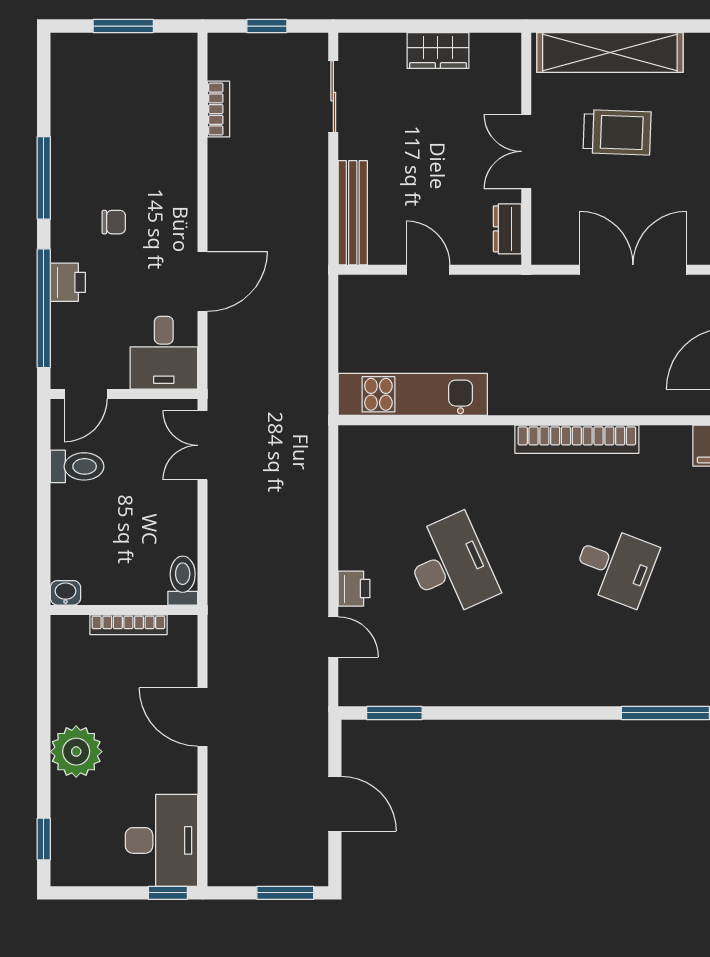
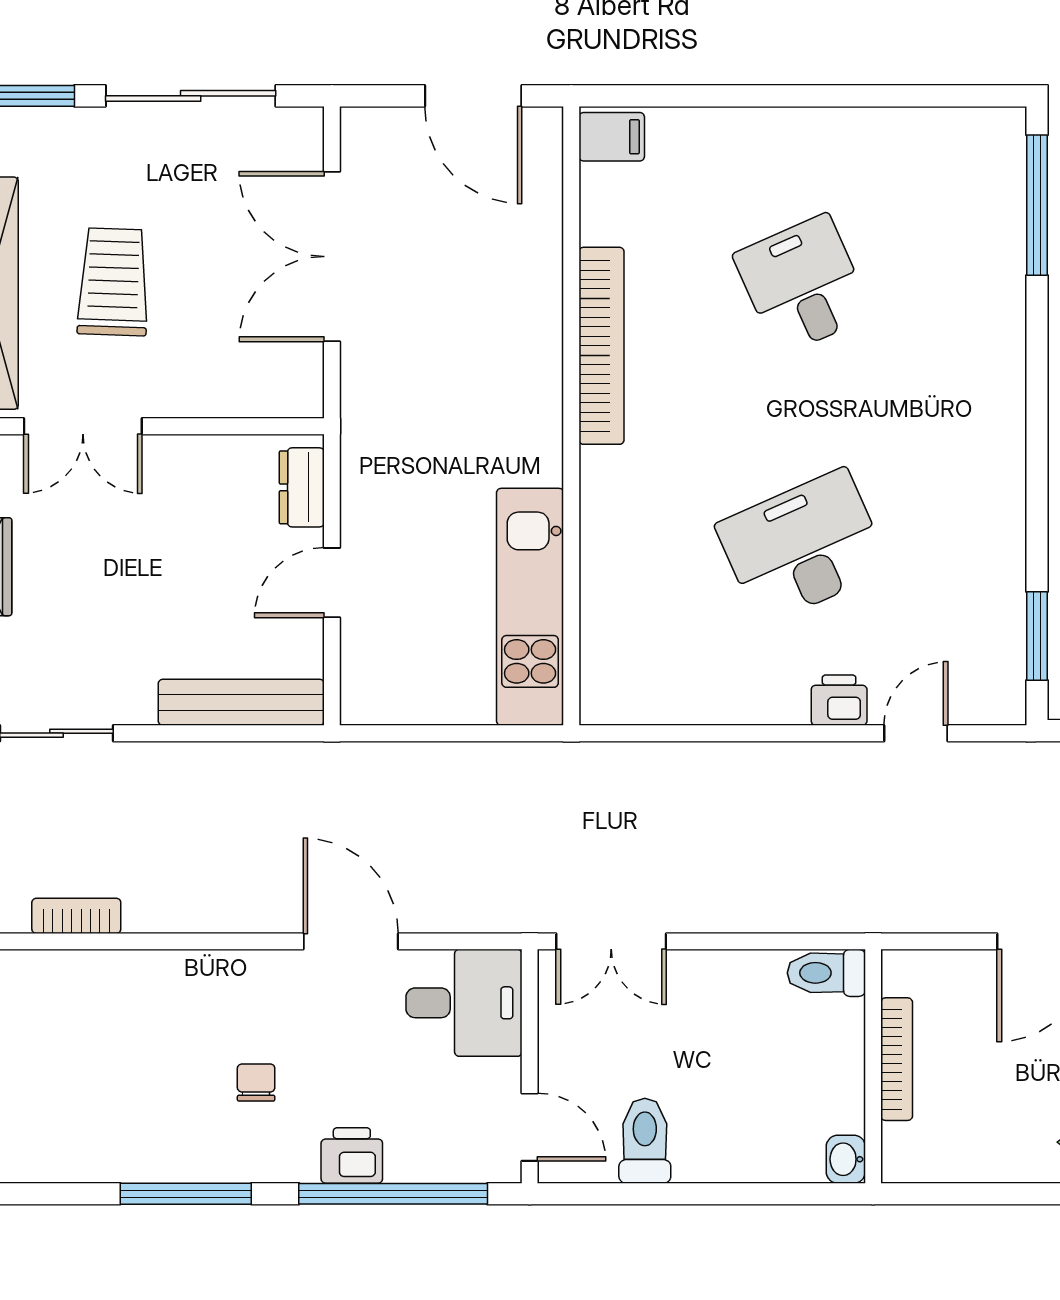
double door: (526, 151) -> (83, 426), moved
dresser: (507, 229) -> (302, 487), moved, turned 90
desk: (615, 566) -> (803, 285), turned -45

